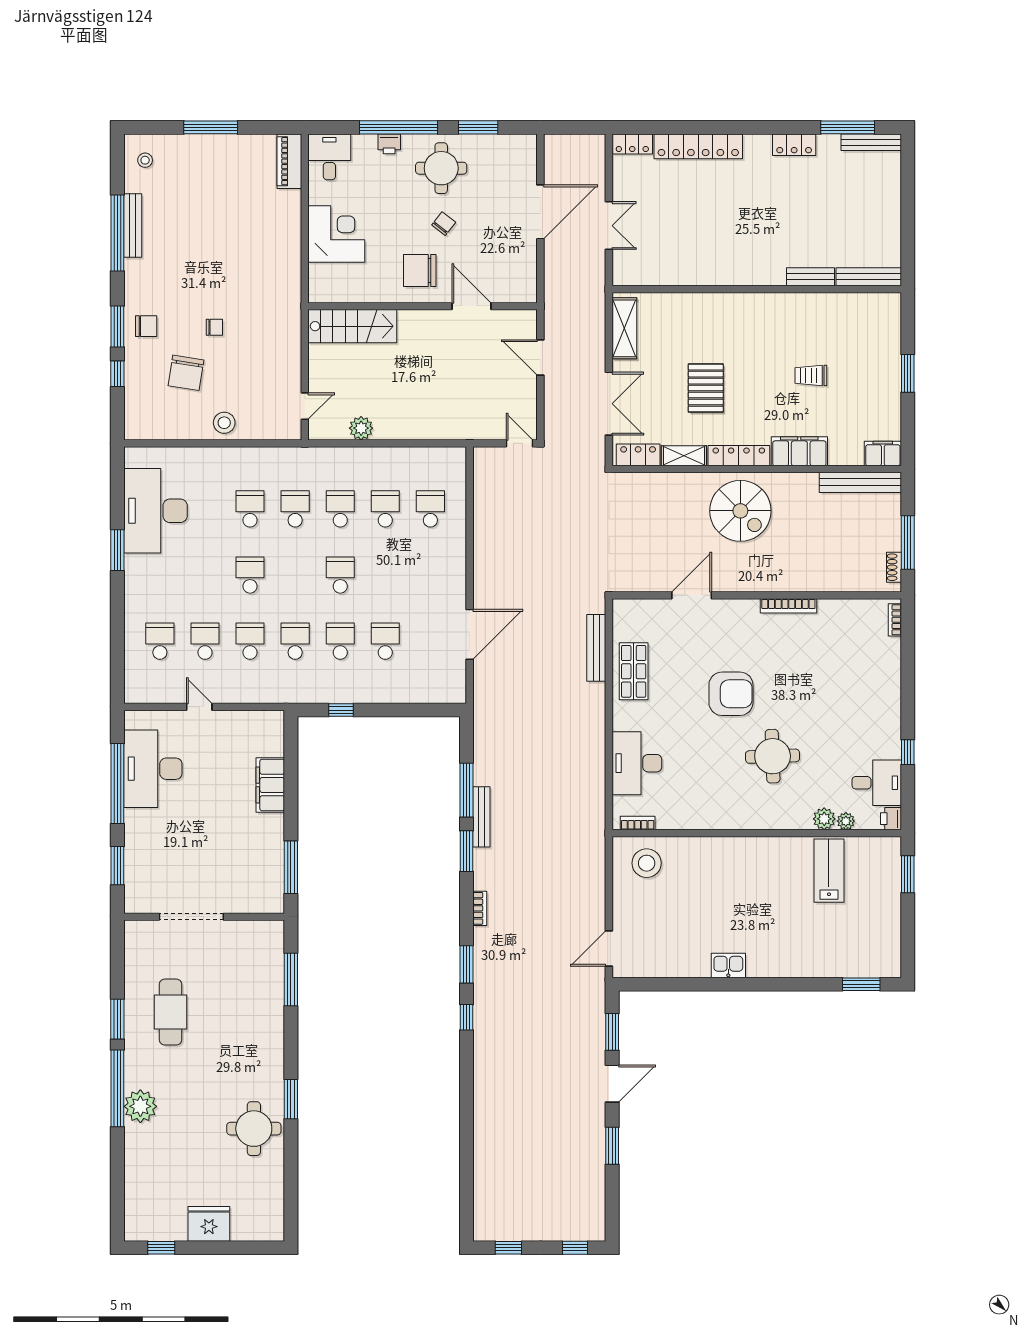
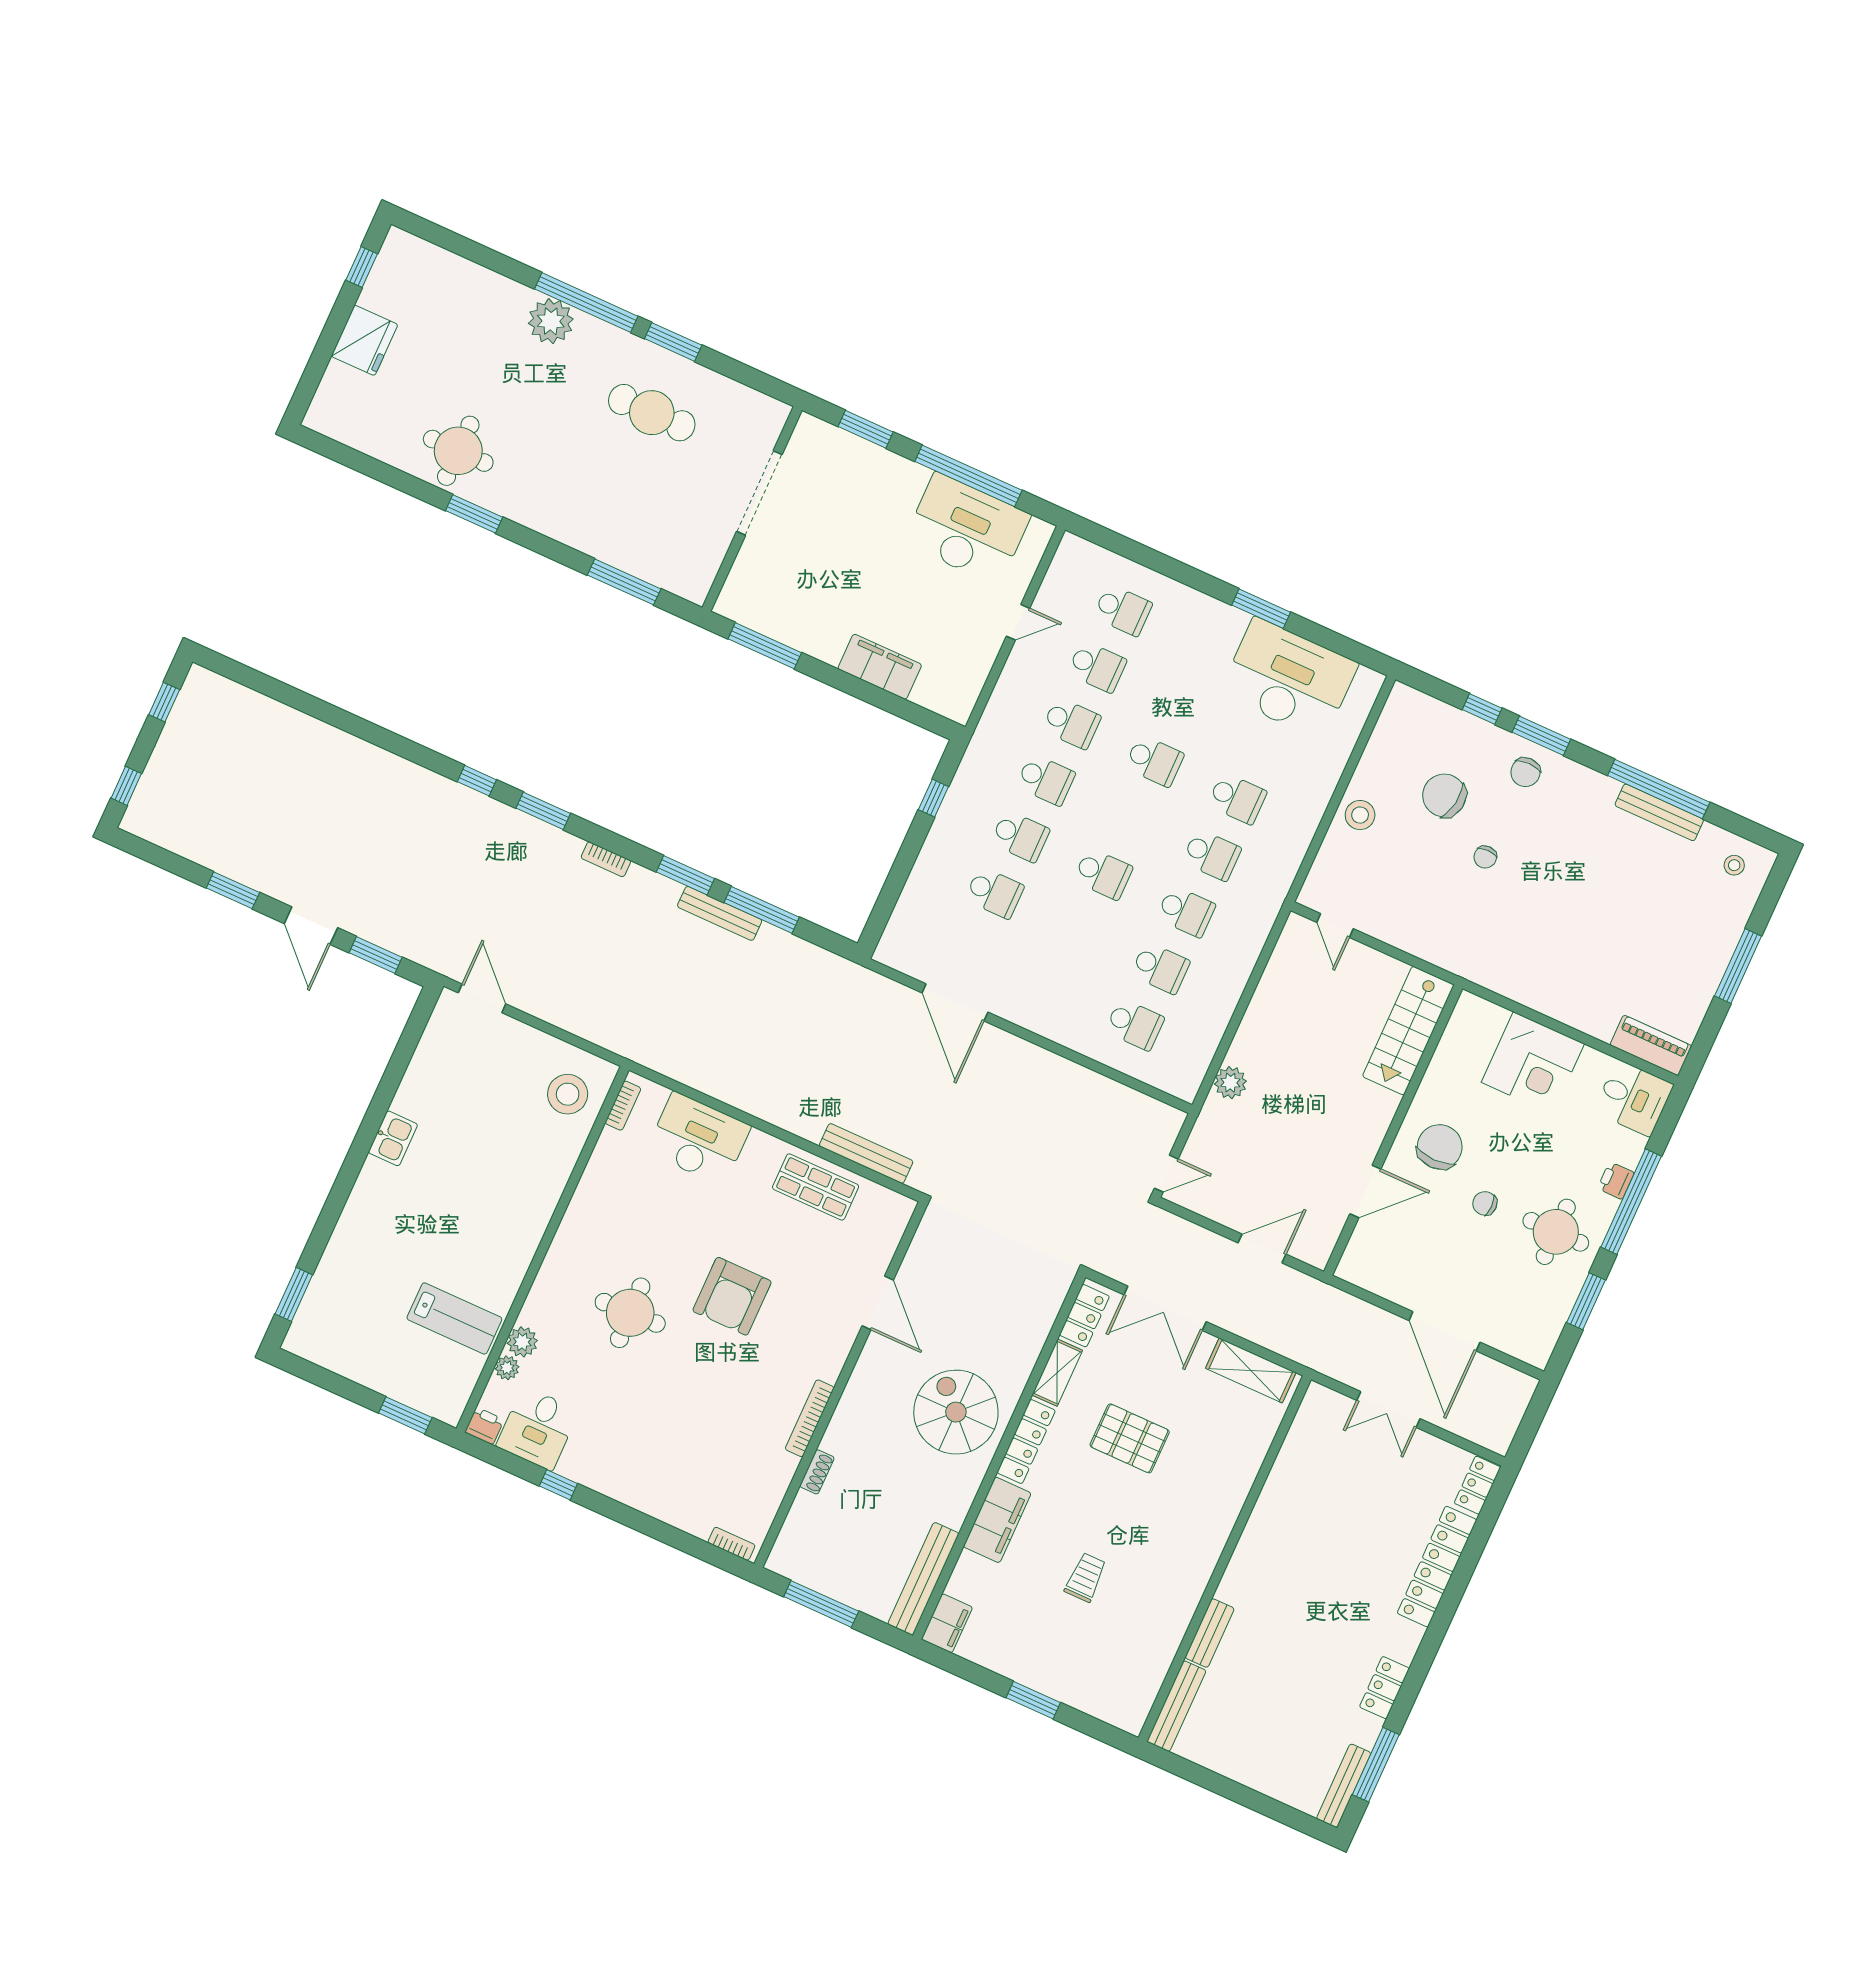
chair: (444, 224) -> (1485, 1203), turned 142
plant: (361, 428) -> (1230, 1083), moved
spiral stairs: (740, 511) -> (956, 1412), turned 90
shoe rack: (894, 567) -> (817, 1472), moved, turned 90

